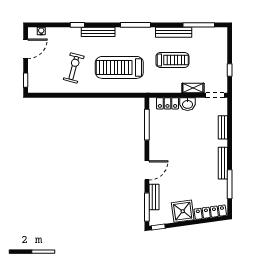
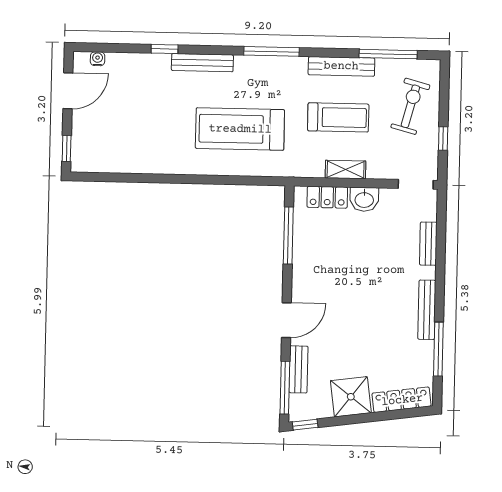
exercise bike: (74, 68) -> (410, 106), moved
shelving: (193, 88) -> (346, 170), moved

